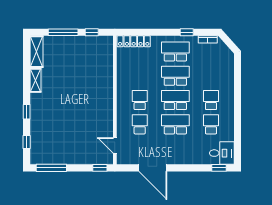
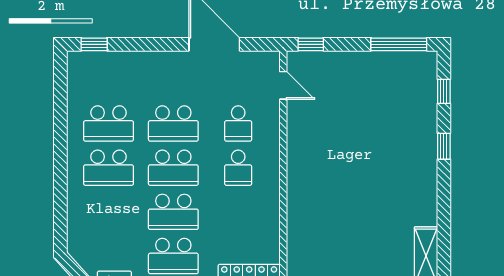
shelving: (35, 80) -> (428, 203), removed
school desk: (211, 100) -> (109, 168), width x1.85
school desk: (211, 124) -> (109, 124), width x1.85
desk: (222, 153) -> (89, 71), removed

